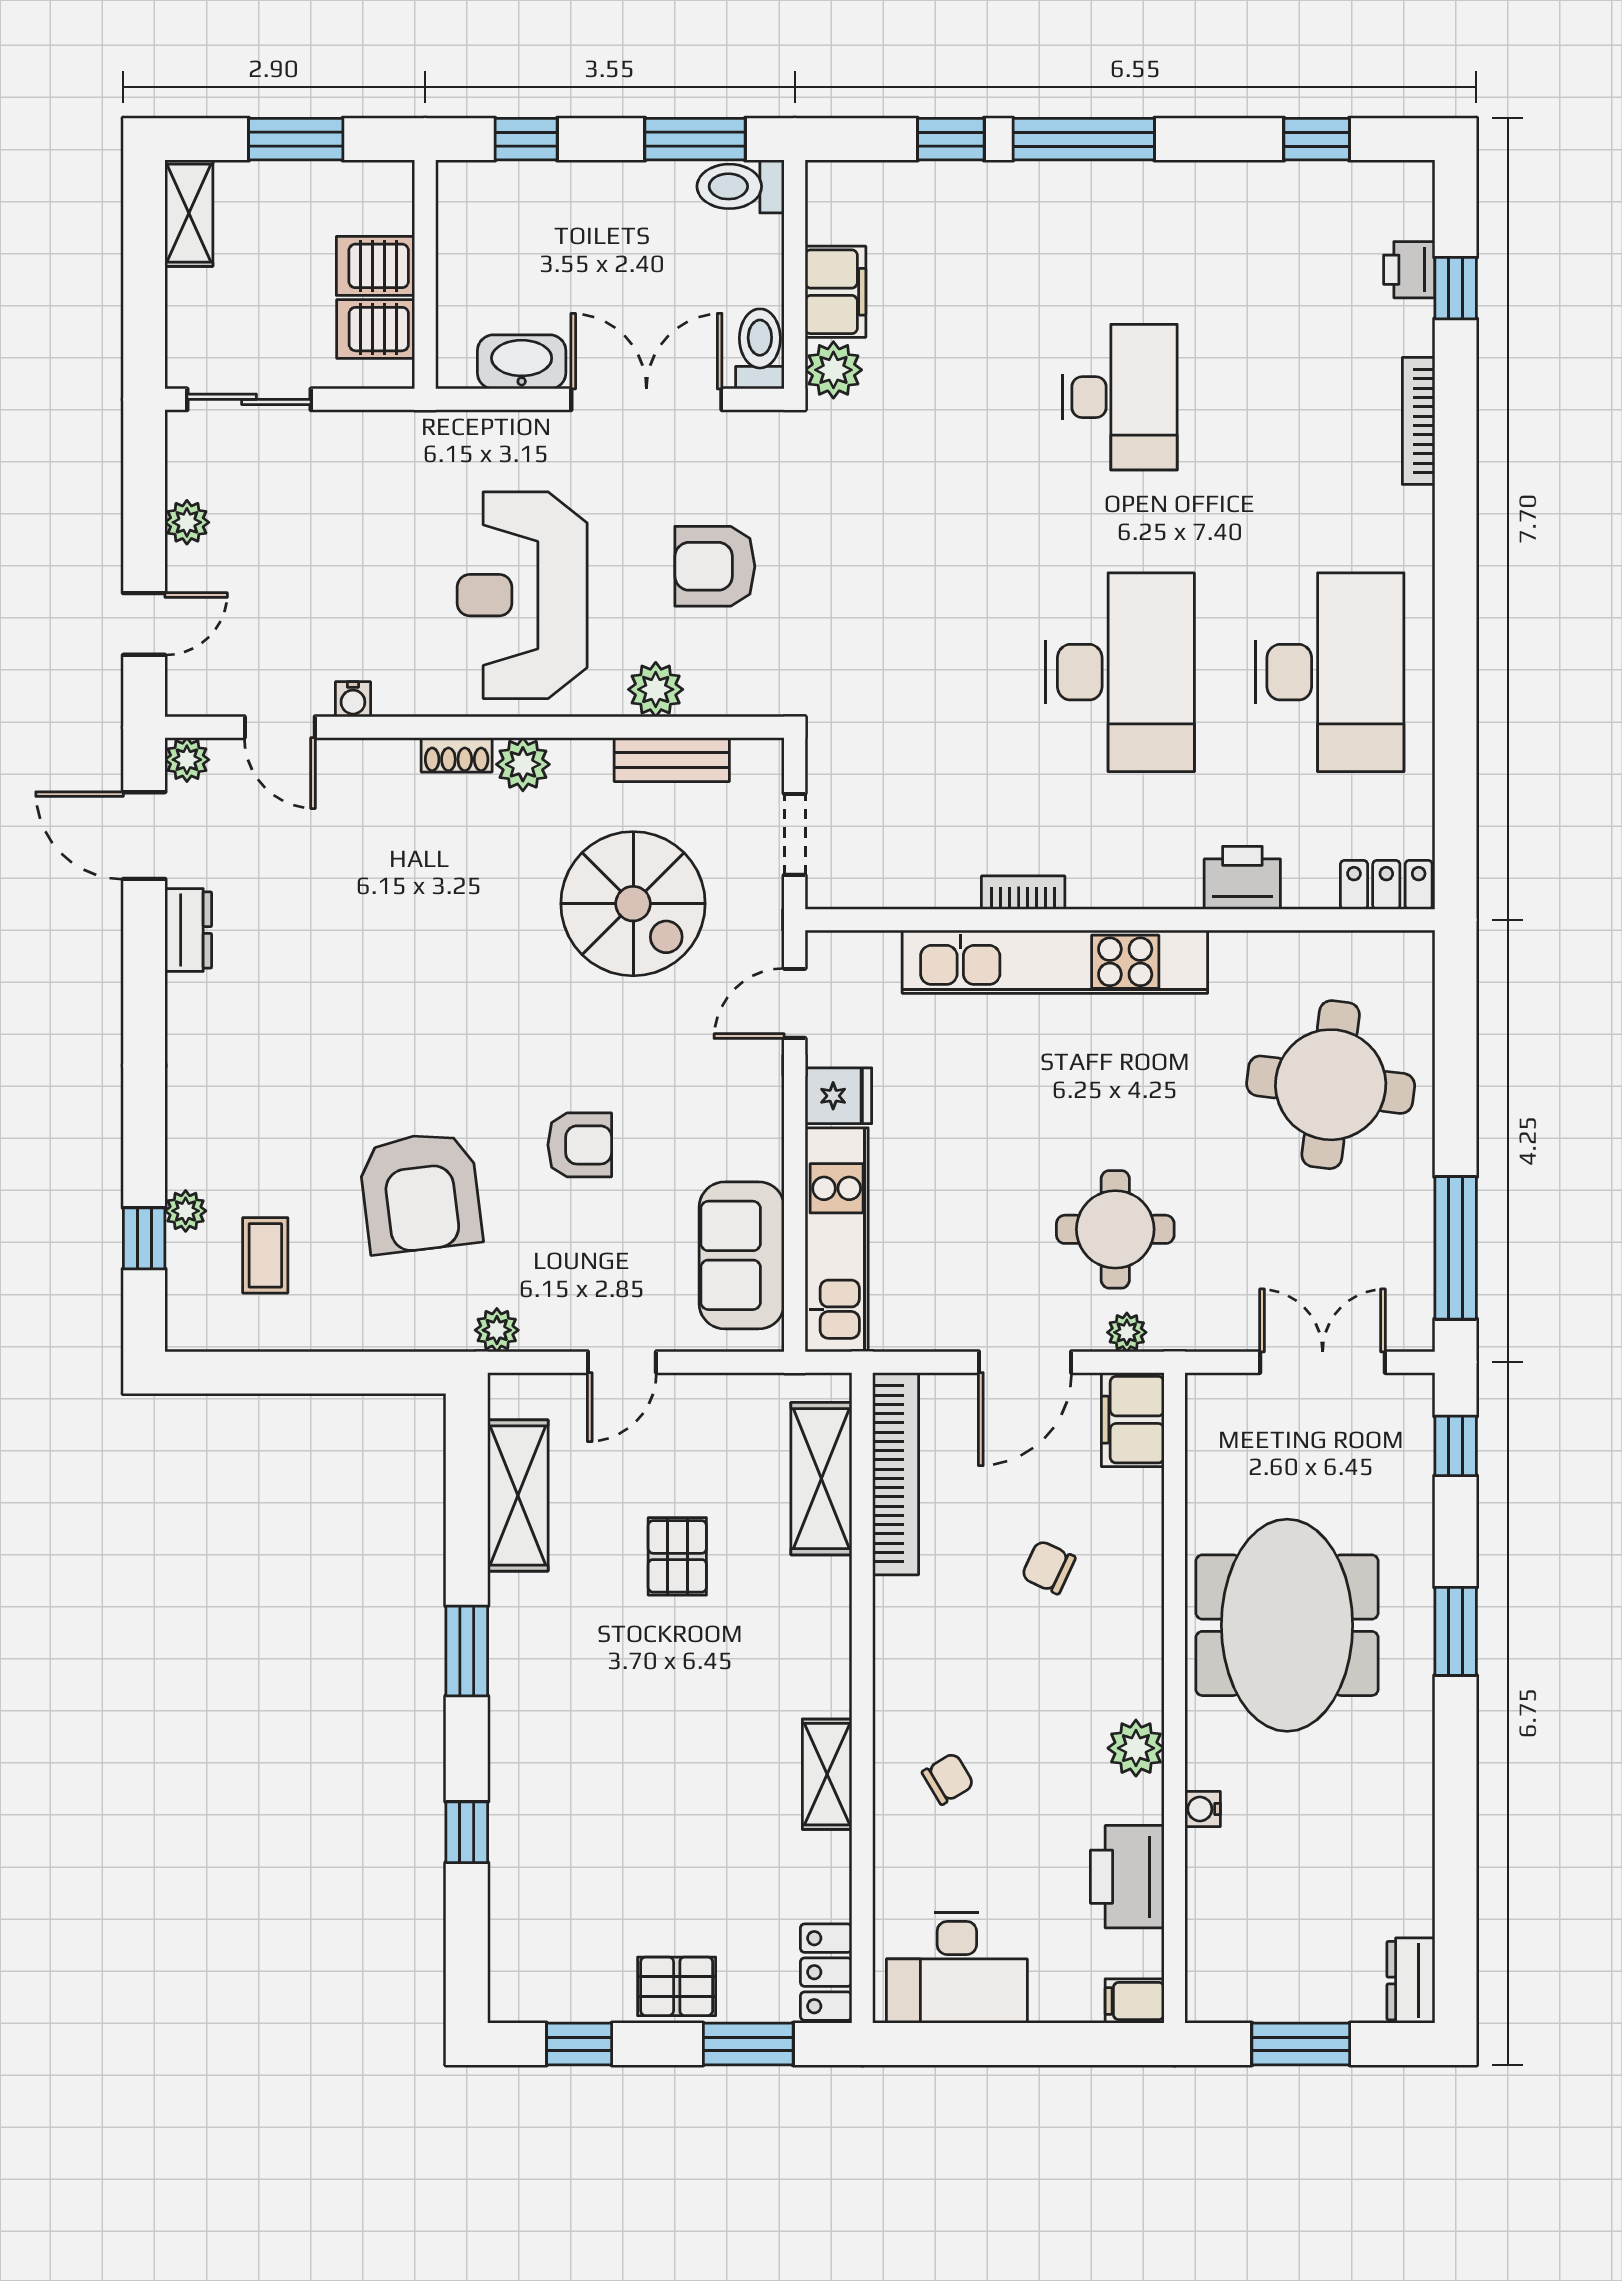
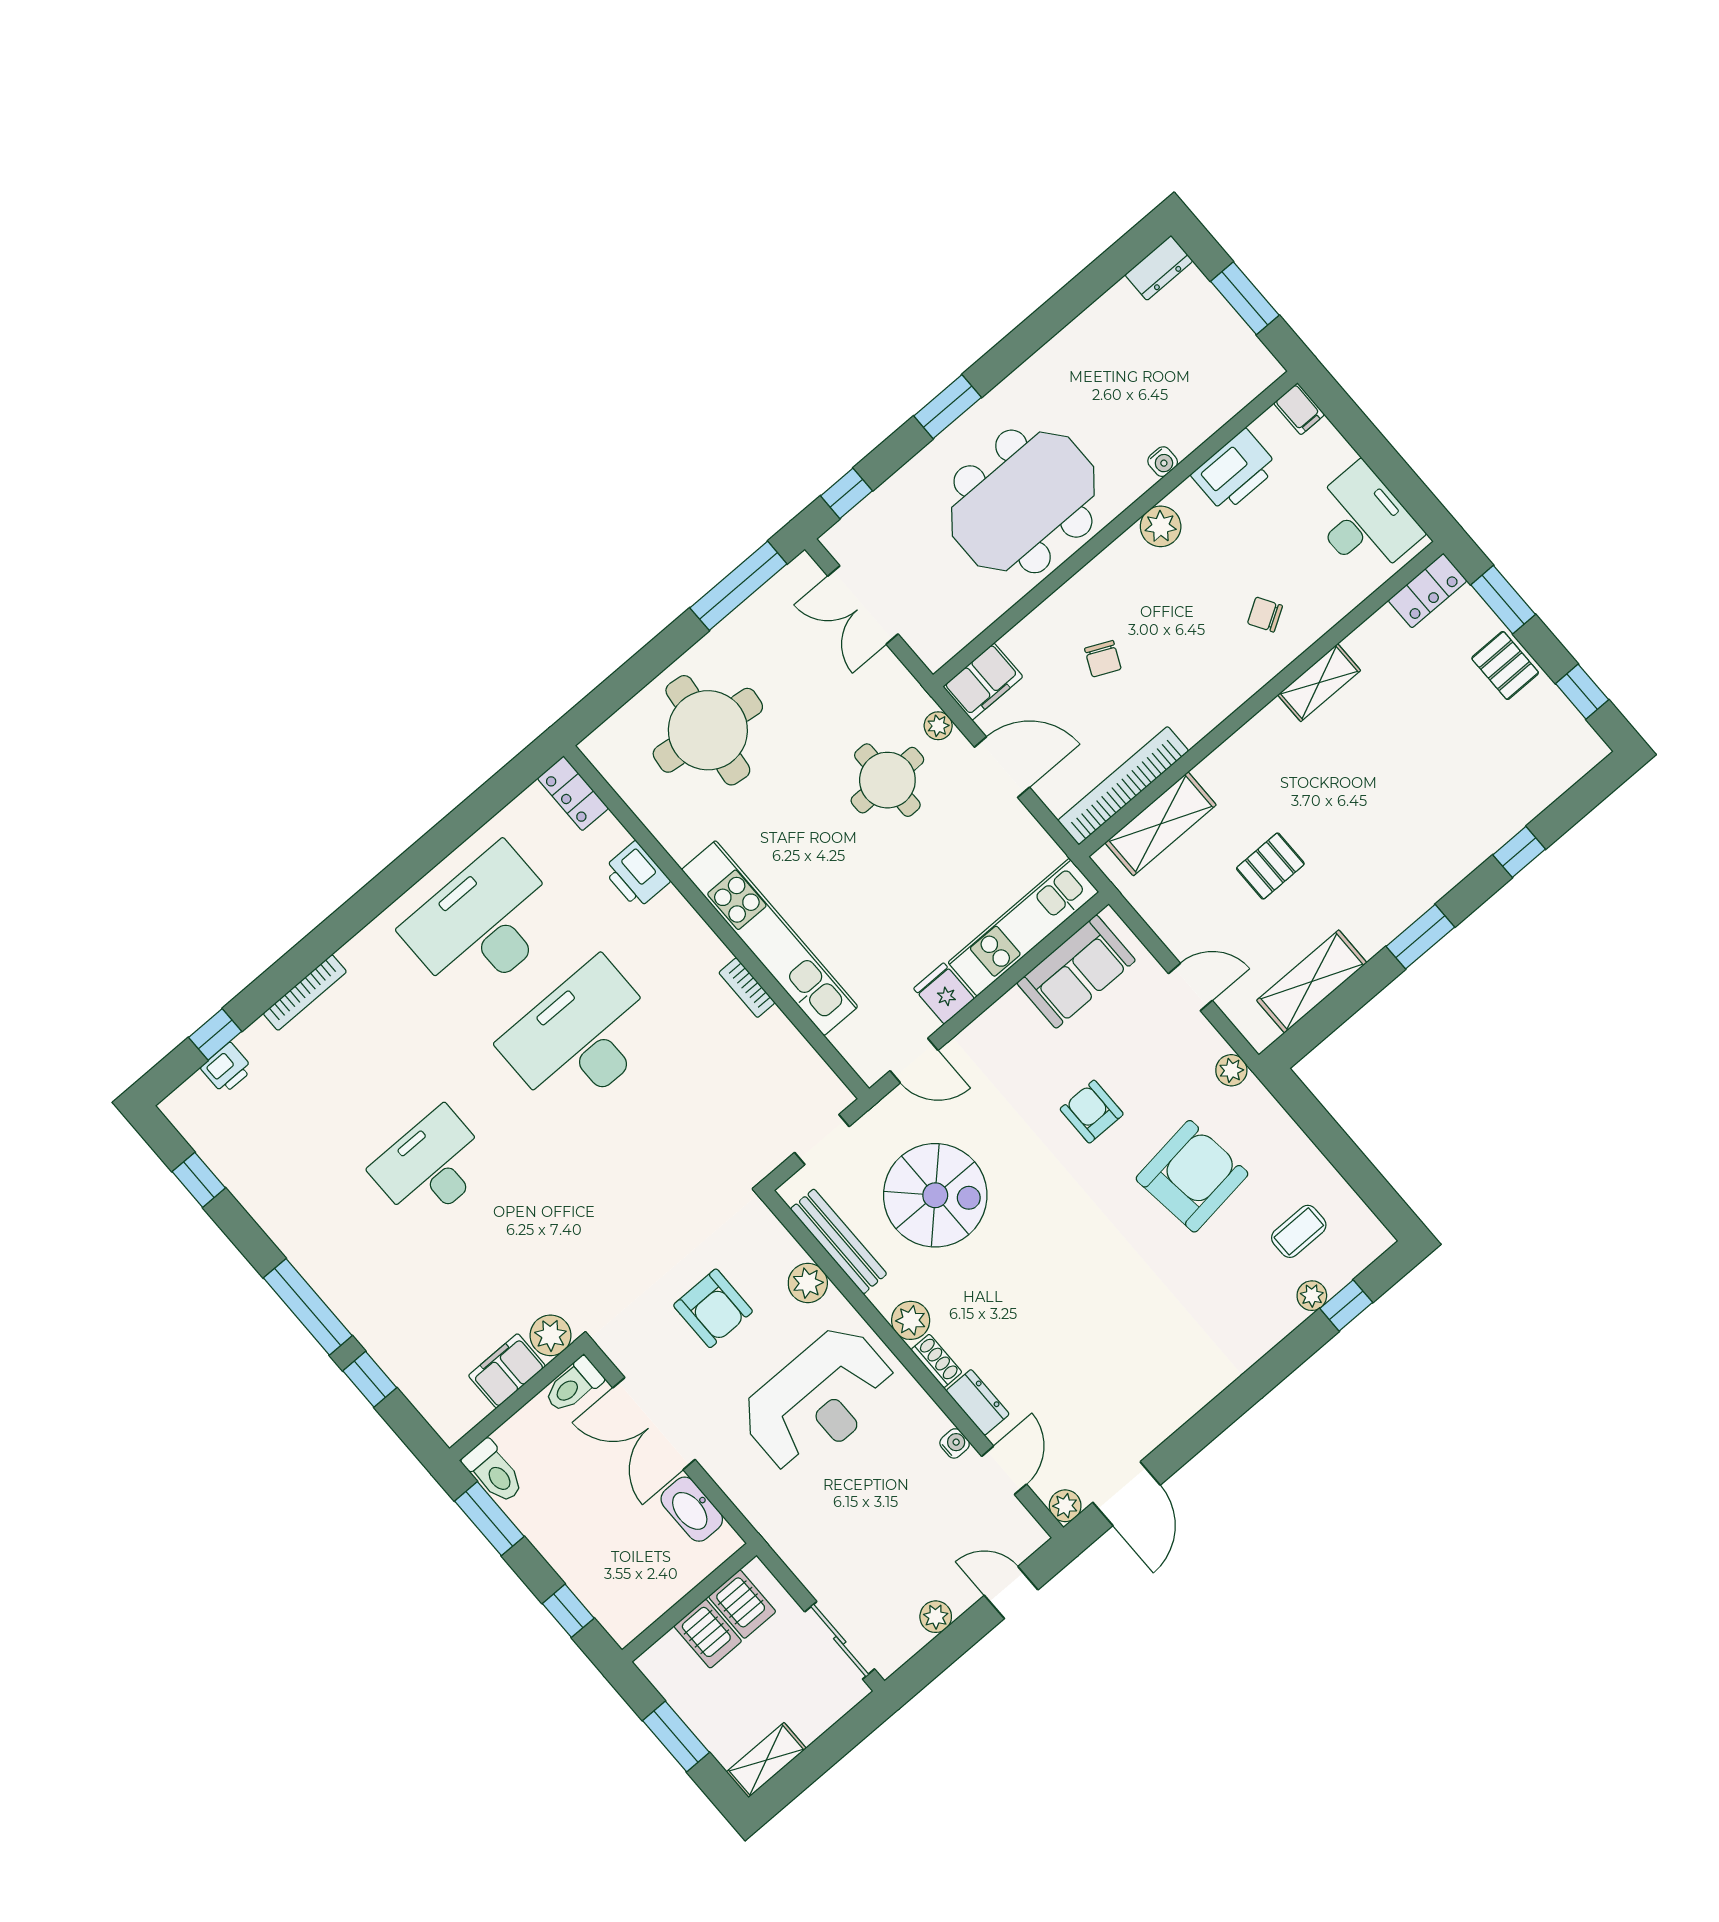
bench: (672, 760) -> (839, 1241), width x1.36
spiral stairs: (633, 904) -> (935, 1195), turned 90
dresser: (188, 930) -> (978, 1402), moved, turned 90

